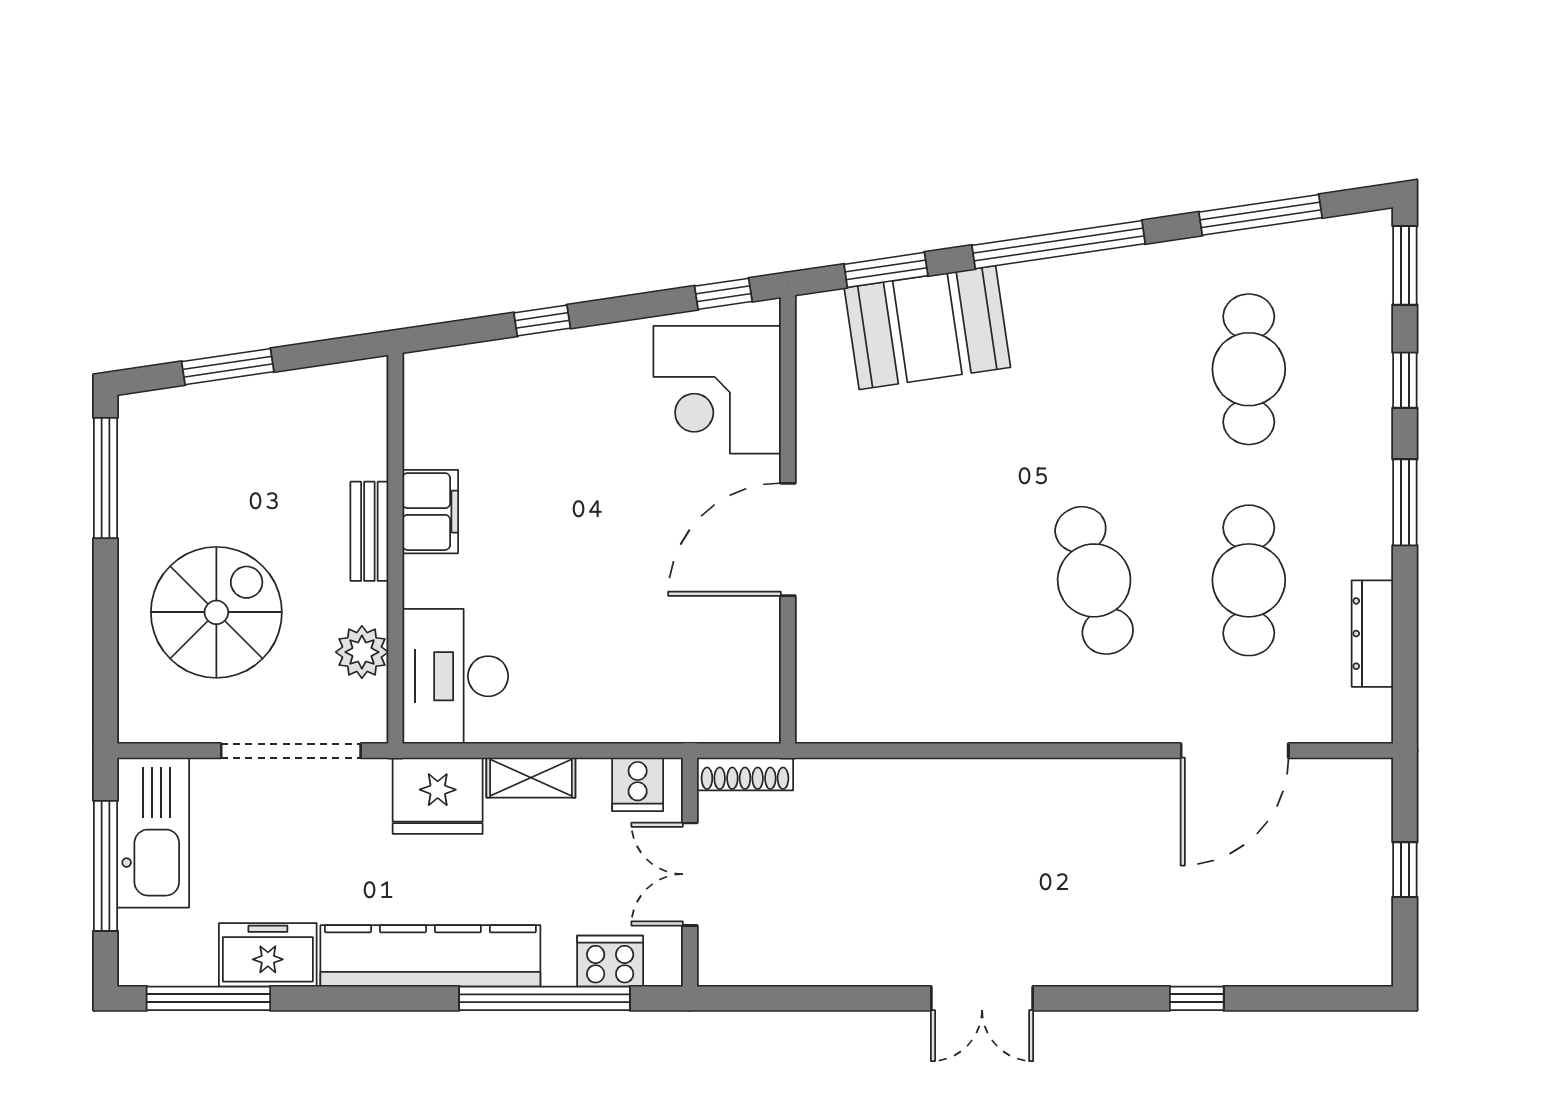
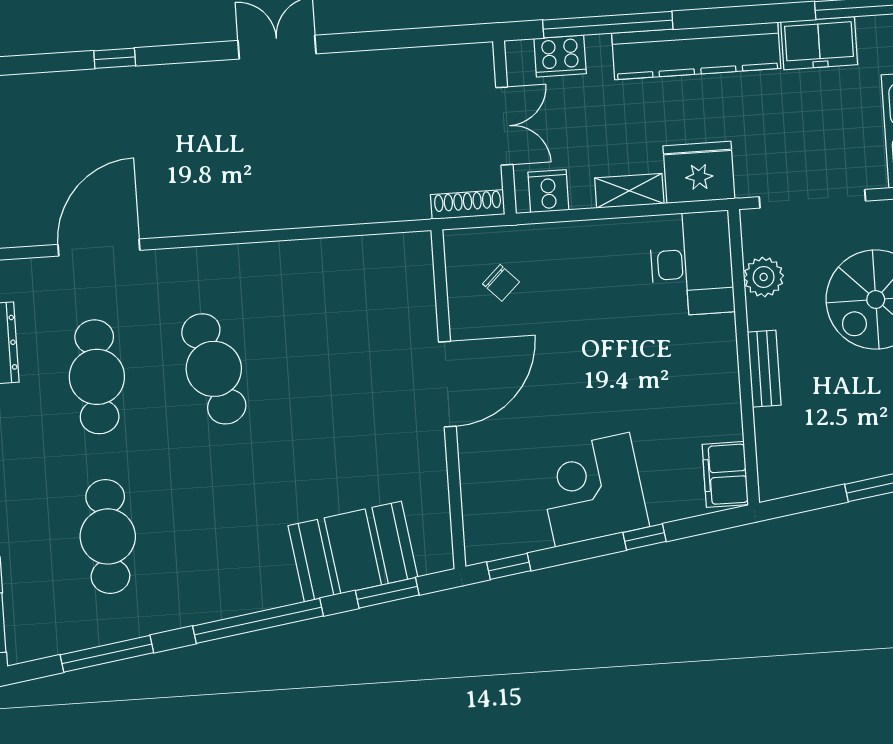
corner desk: (717, 390) -> (592, 490), moved, turned -98
filing cabinet: (430, 512) -> (725, 474), moved
chair: (708, 668) -> (501, 283), added

